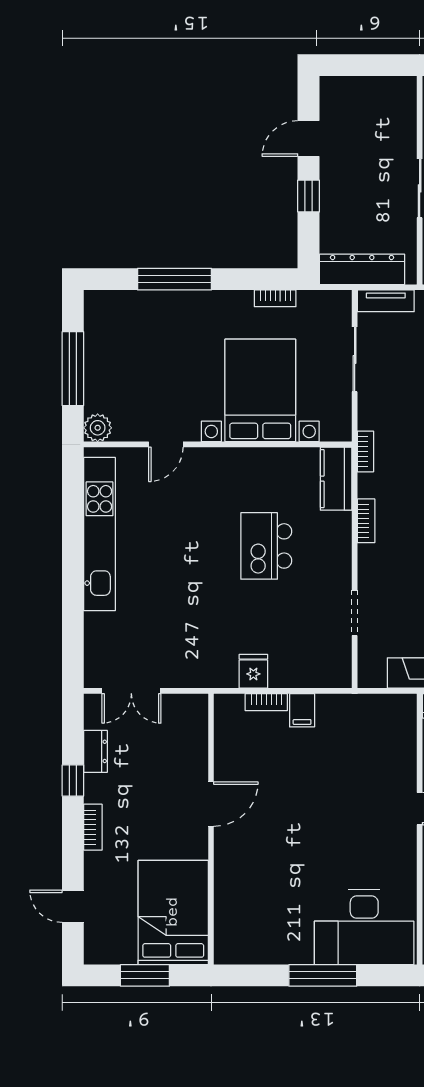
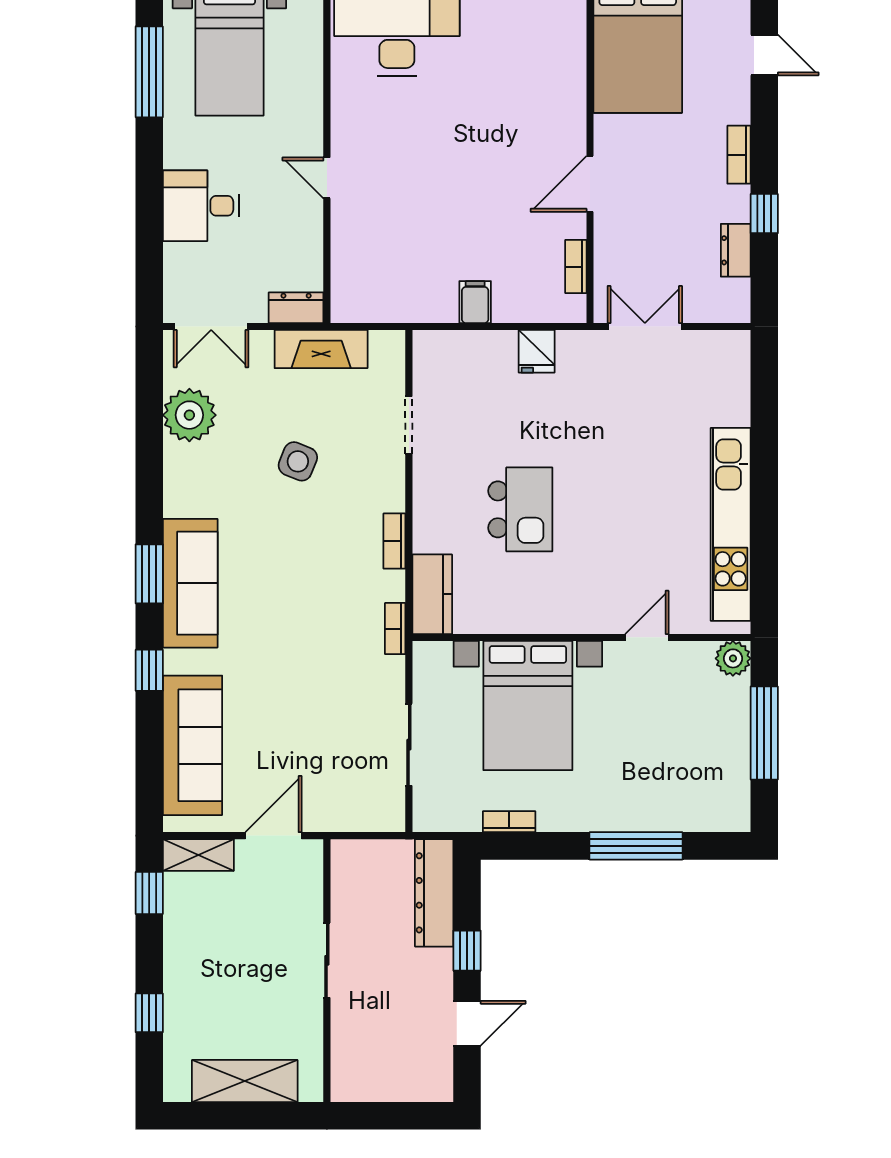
dresser: (362, 269) -> (434, 893), moved, turned 90
tv unit: (386, 301) -> (370, 818), removed
double door: (131, 691) -> (645, 327), moved
bookcase: (266, 702) -> (576, 267), moved, turned -90

